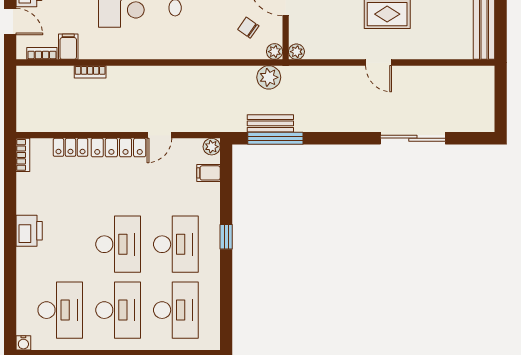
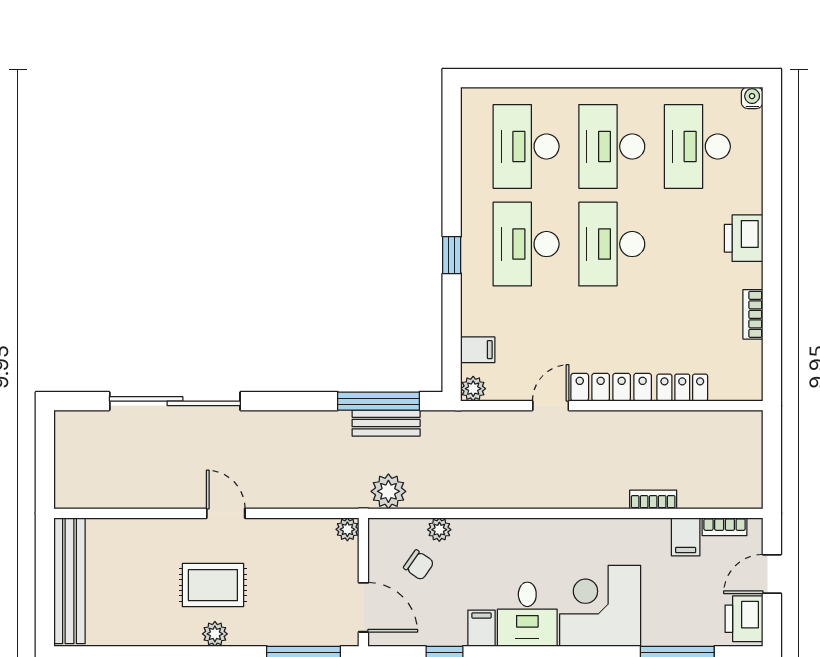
door: (10, 22) -> (772, 574), hinge flipped
plant: (275, 52) -> (439, 530), moved
sliding door: (413, 138) -> (175, 401), width x1.36
bookcase: (23, 155) -> (753, 314), moved
printer: (29, 231) -> (744, 238), moved

